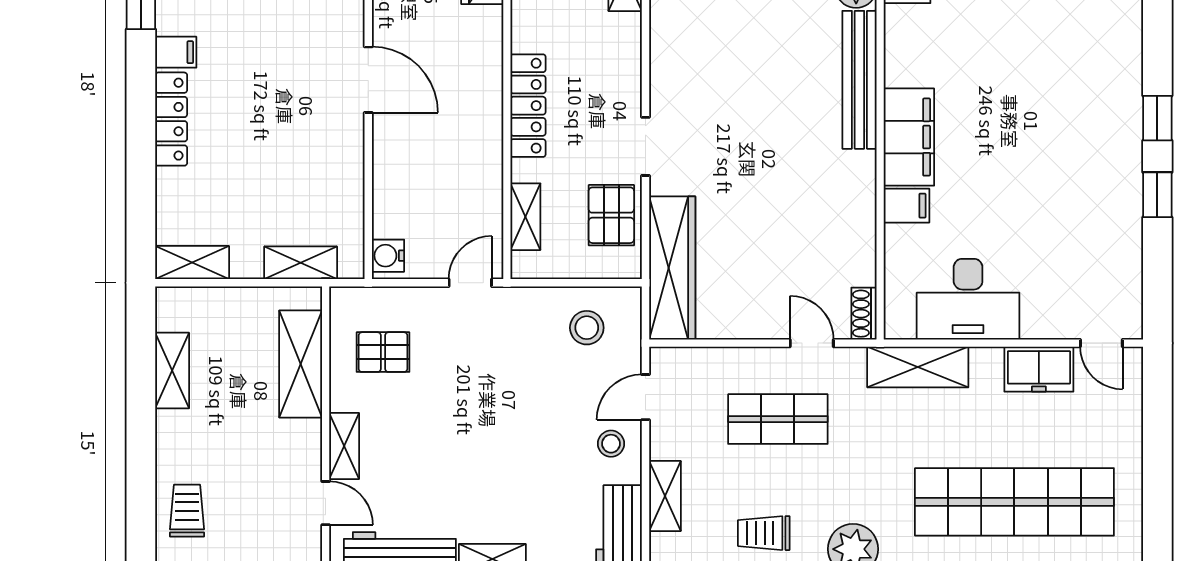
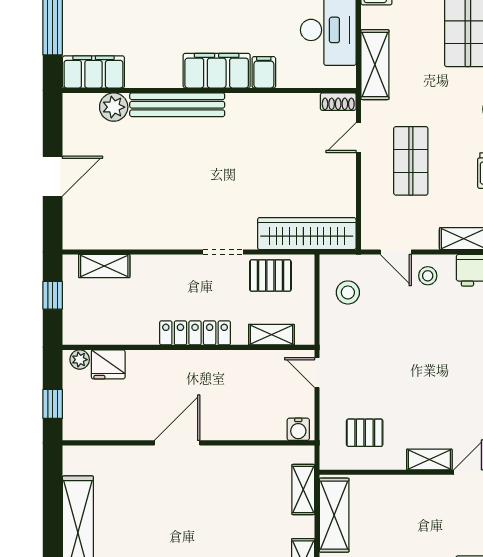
pallet: (383, 352) -> (365, 433), turned 90
shelving: (301, 364) -> (334, 515), moved, turned 90

